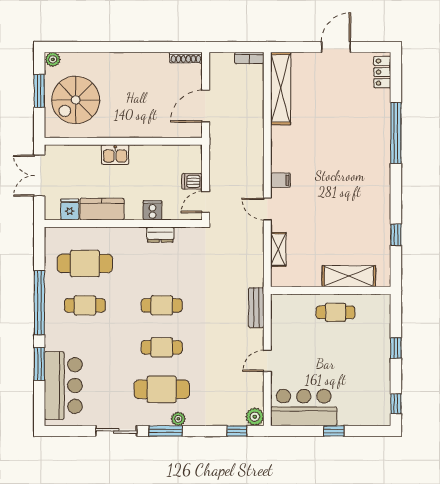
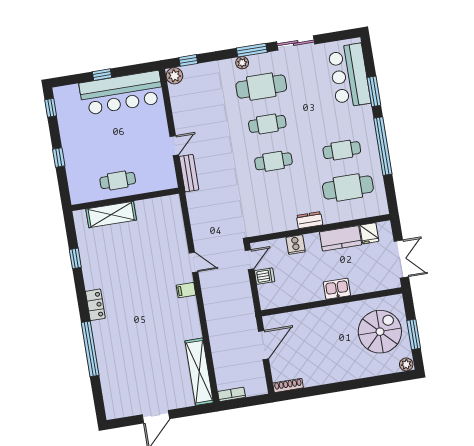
locker: (382, 72) -> (95, 305), moved
dresser: (160, 235) -> (309, 220), moved
shelving: (278, 249) -> (178, 228), removed
door: (267, 361) -> (174, 146), moved
bar counter: (304, 407) -> (121, 93), width x1.36

